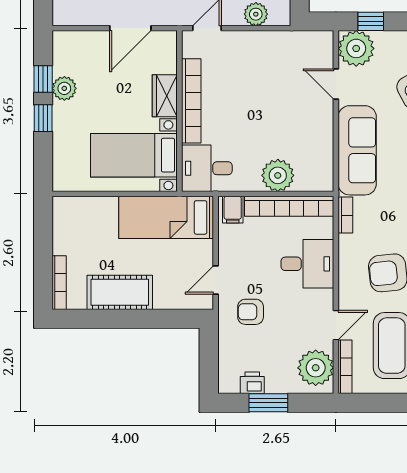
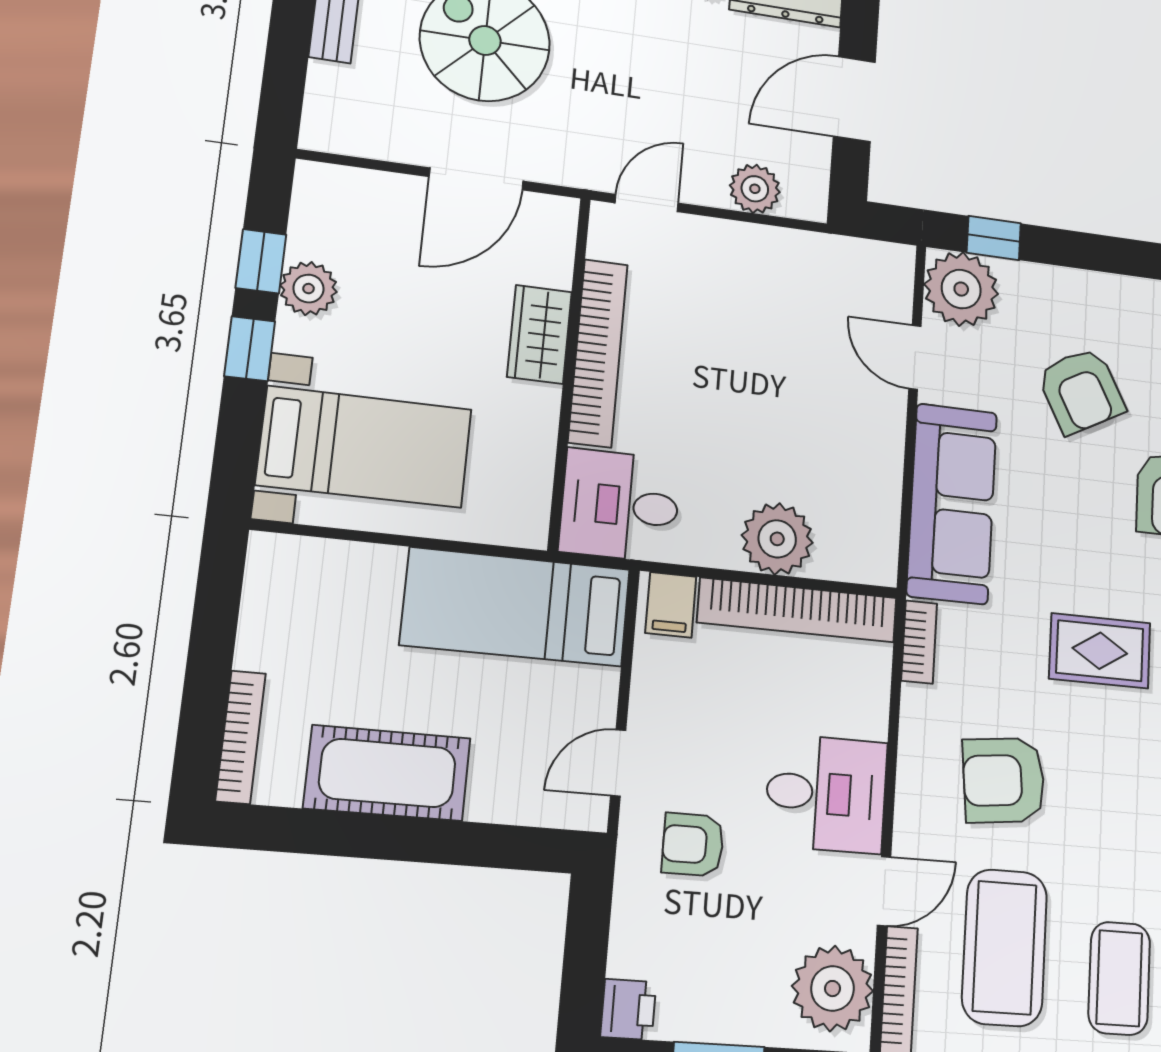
bed with nightstands: (134, 155) -> (364, 447), moved, turned 180
desk: (307, 264) -> (826, 794), moved
printer: (252, 383) -> (628, 1009), moved, turned 90

